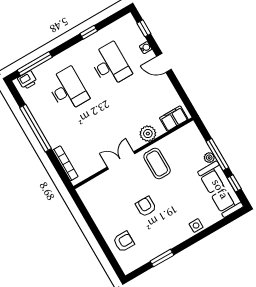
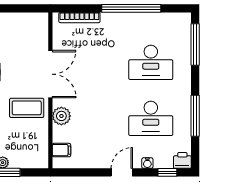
window: (89, 32) -> (195, 116), width x2.17
printer: (27, 80) -> (182, 160), moved, turned 90
filing cabinet: (174, 119) -> (61, 150), width x0.50
double door: (121, 160) -> (50, 74), width x1.37

